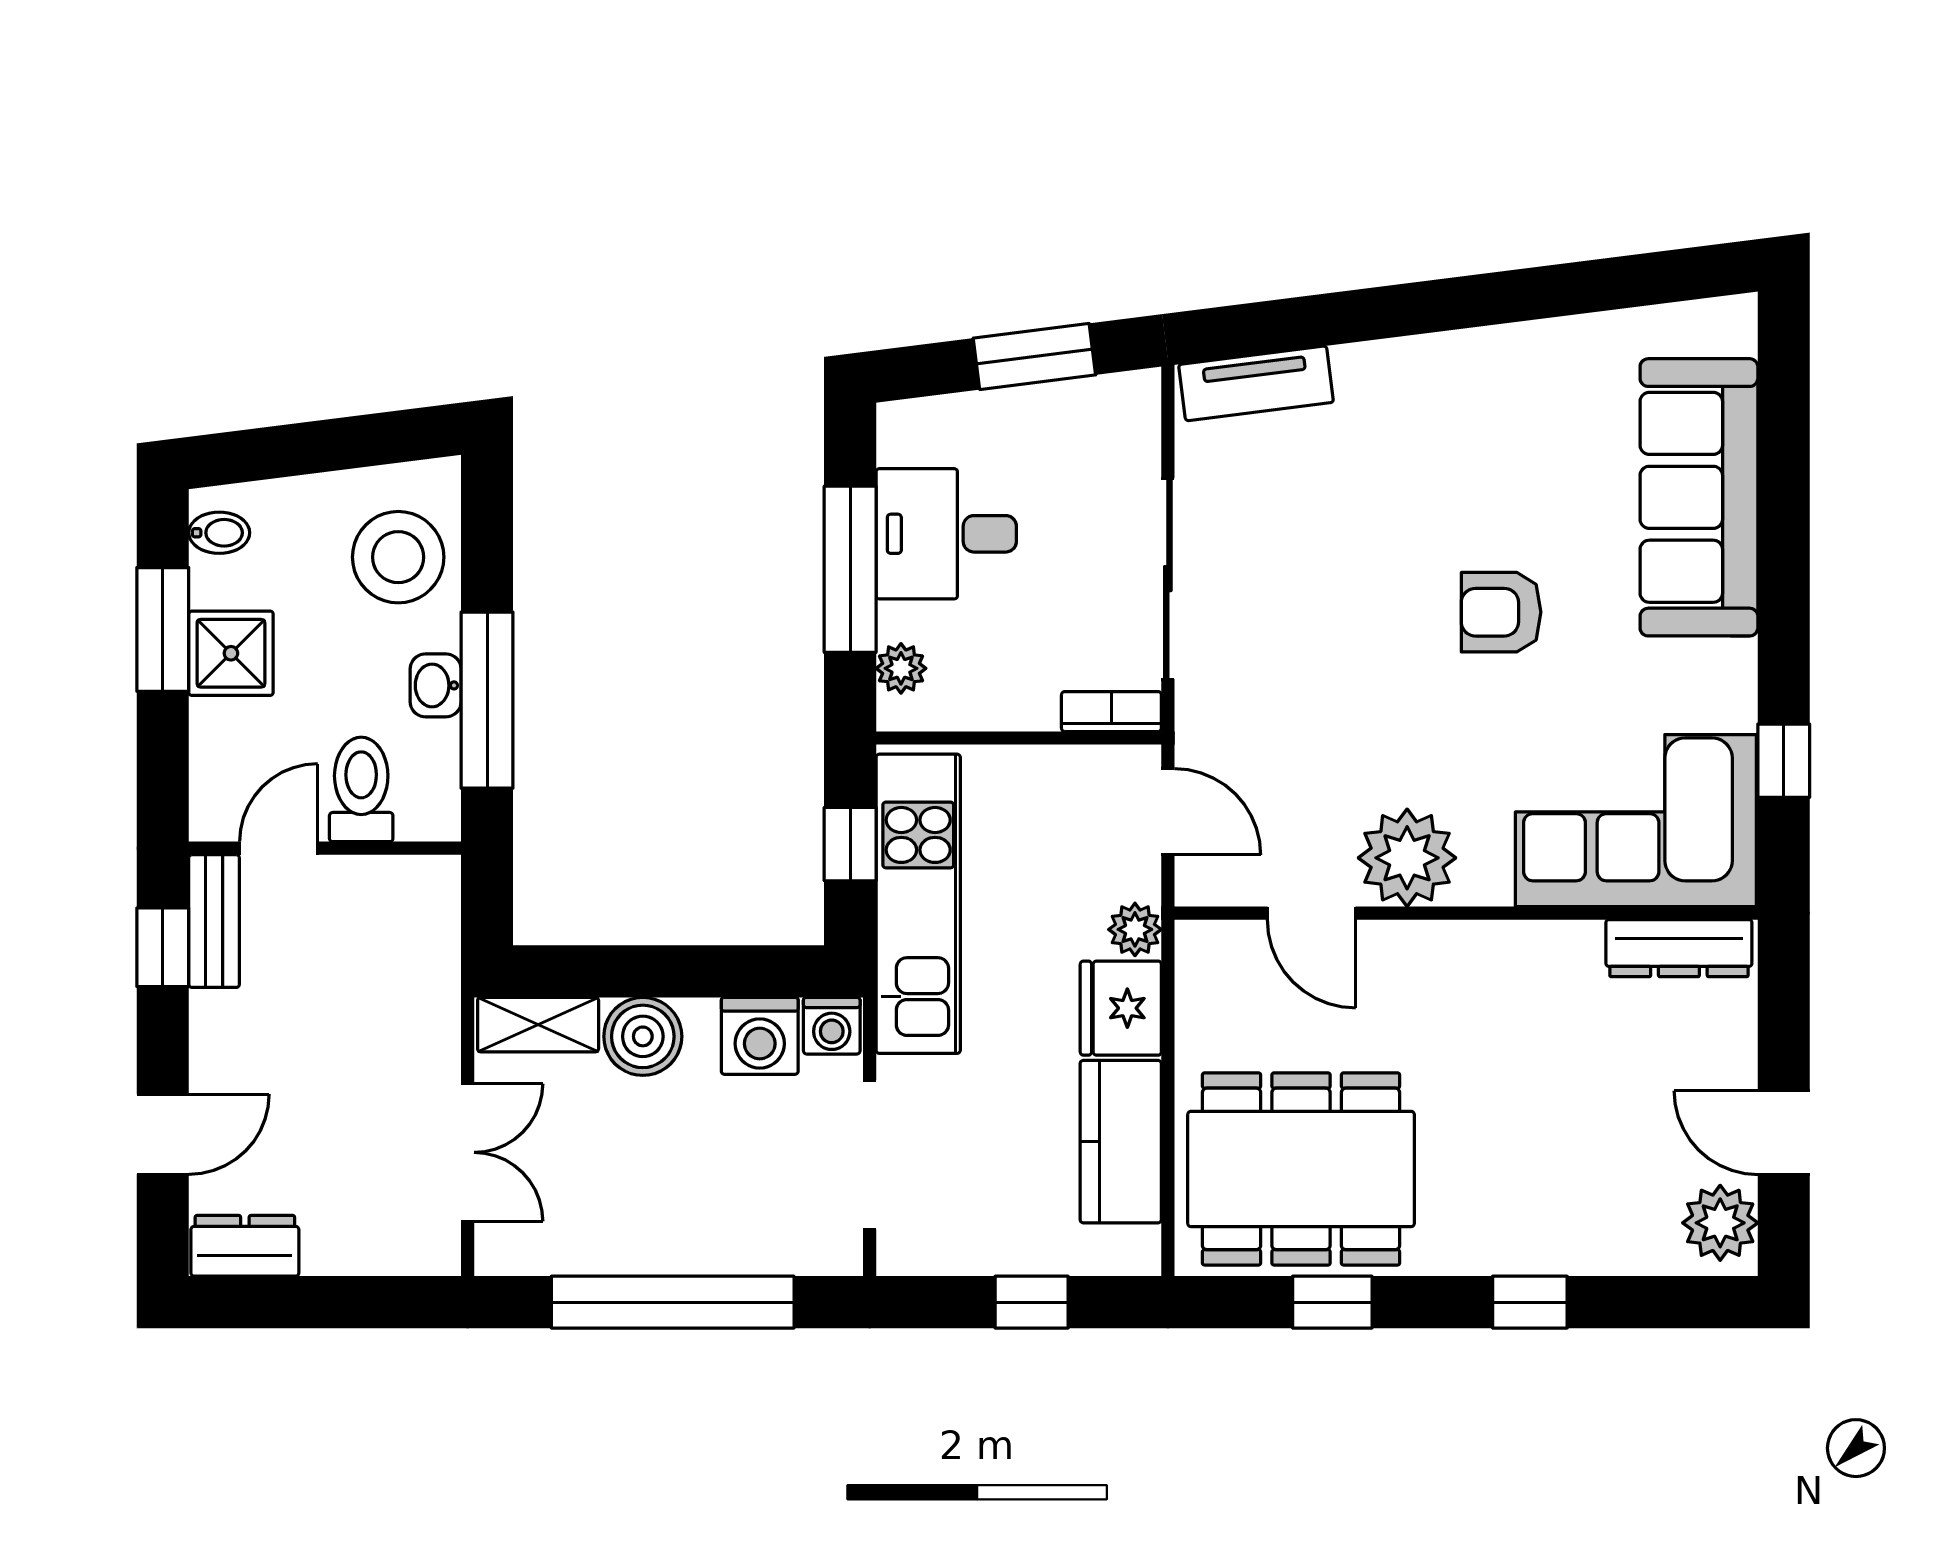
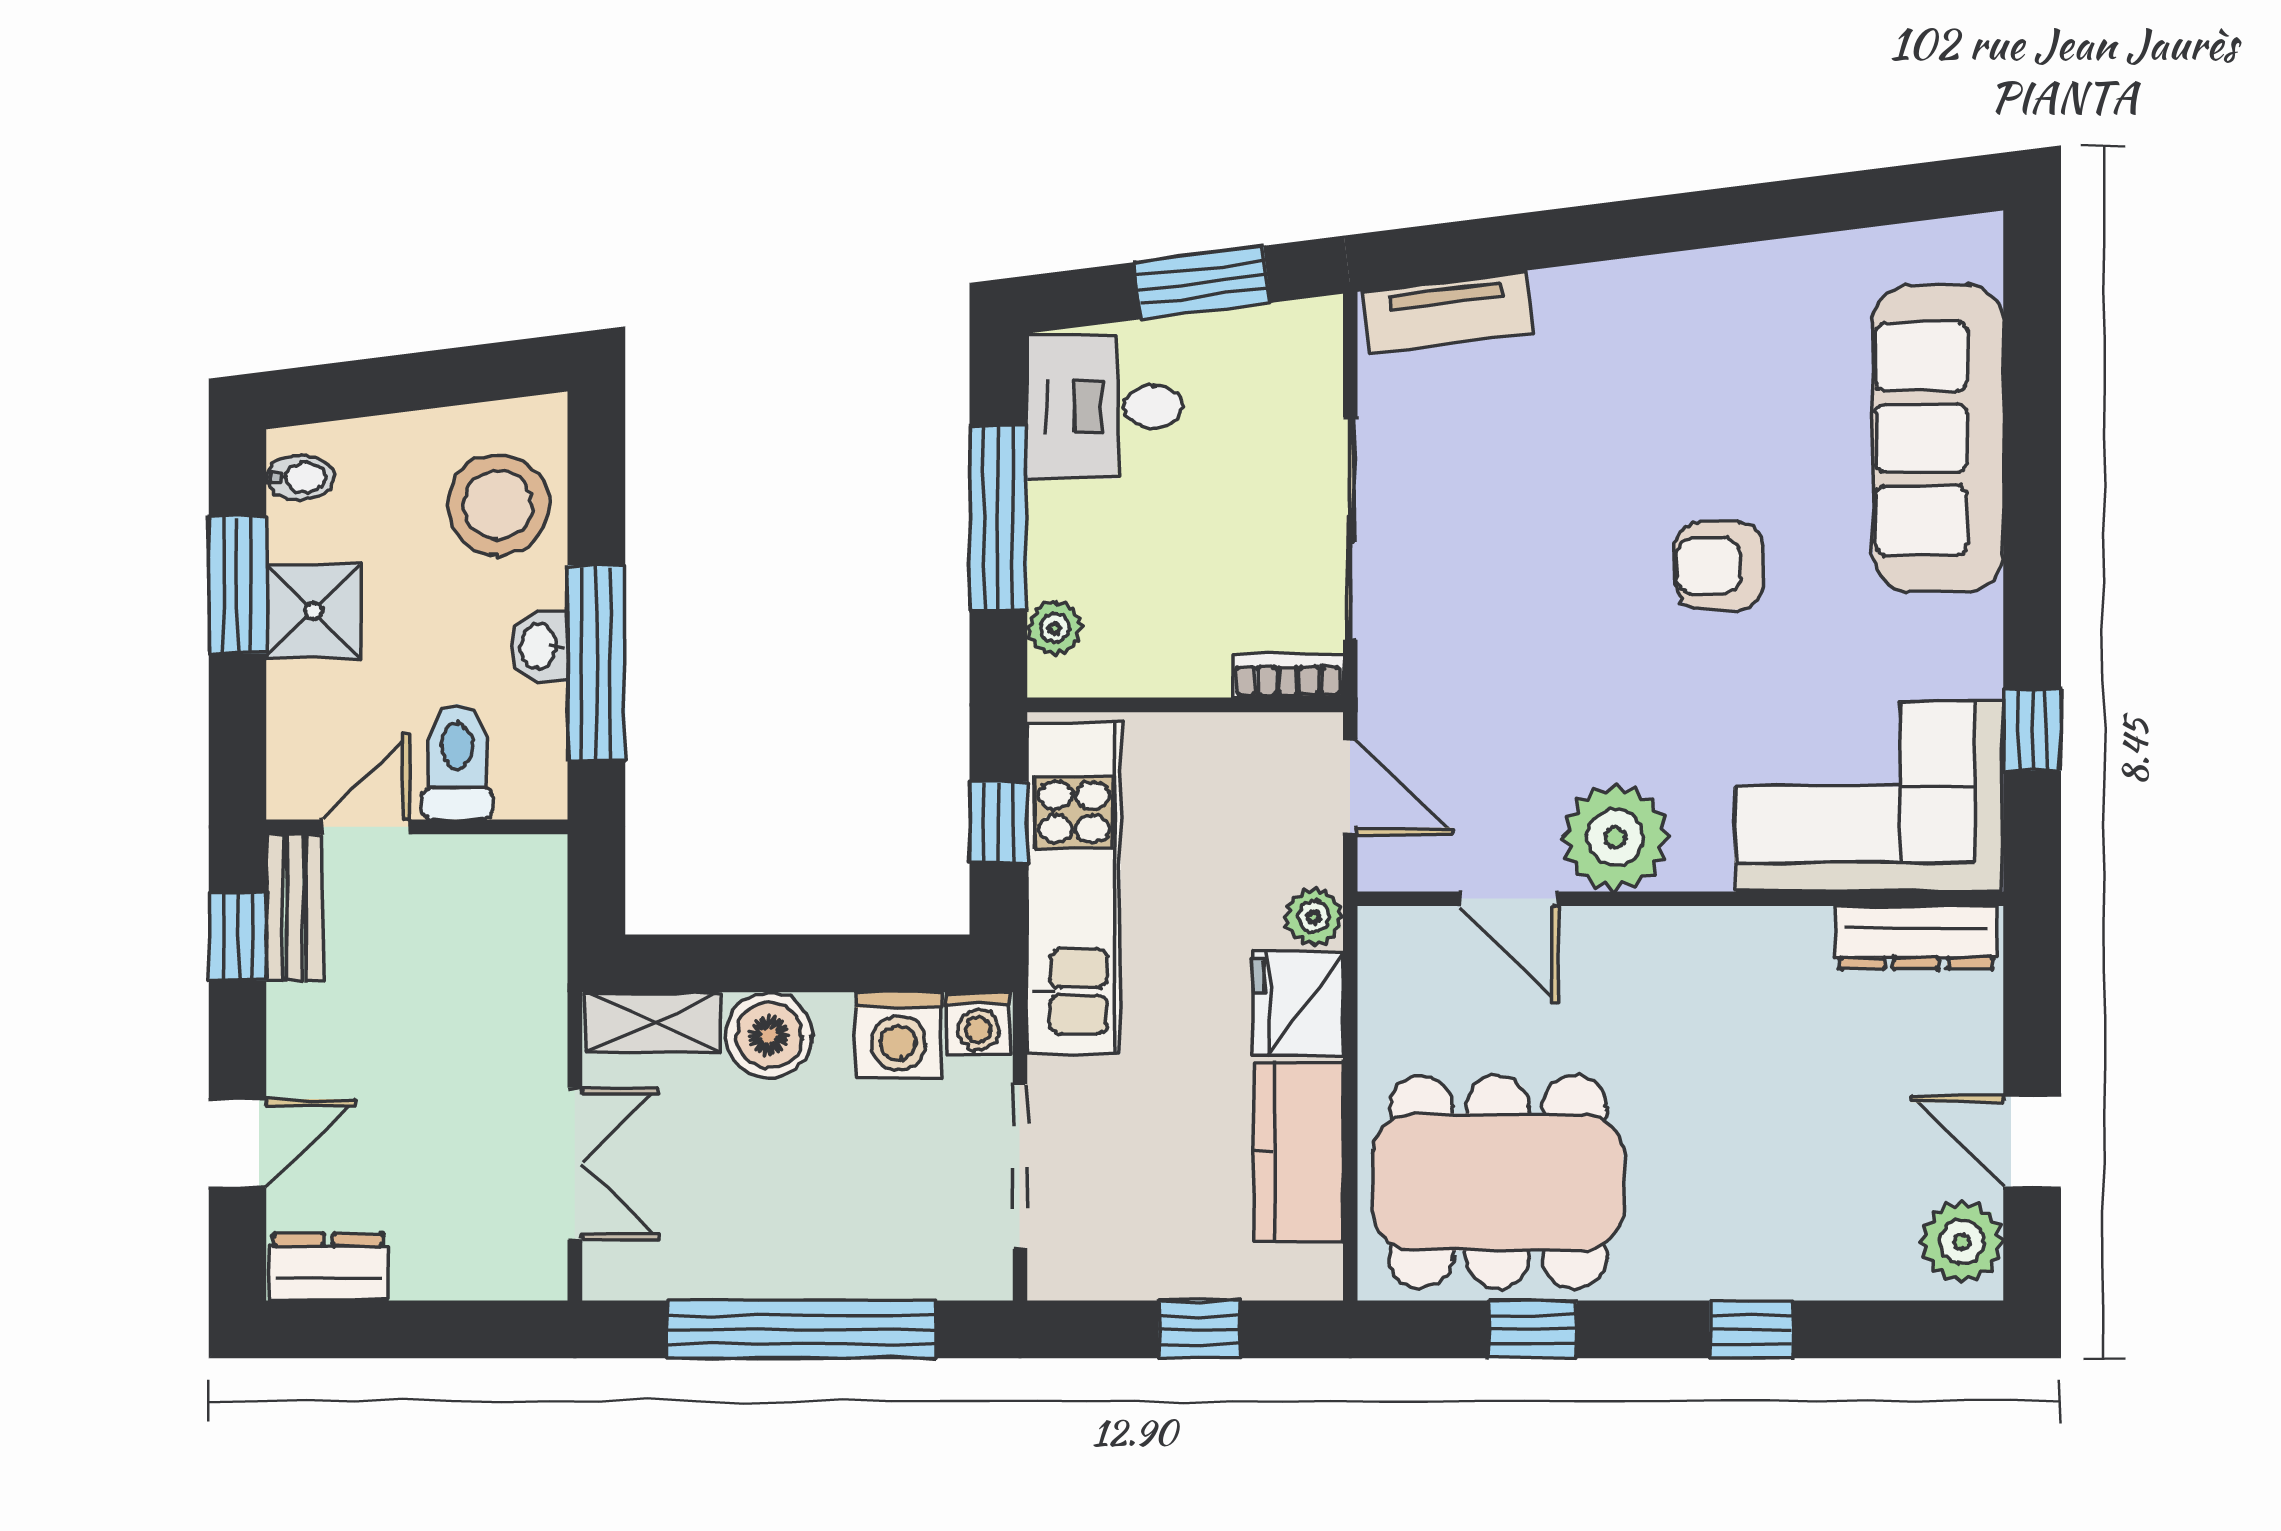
desk: (946, 534) -> (1105, 406), moved

